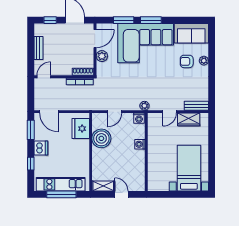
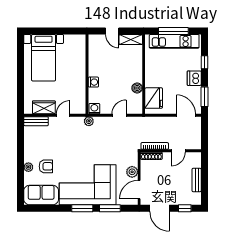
door: (44, 77) -> (178, 151), moved
boiler: (101, 138) -> (137, 88), width x0.54, depth x0.54

